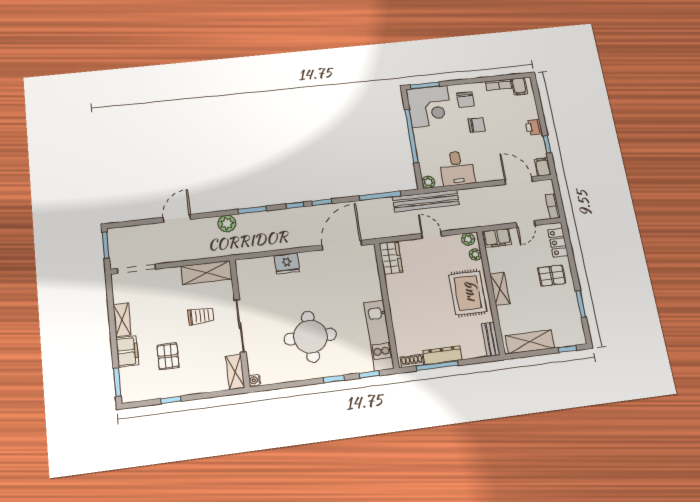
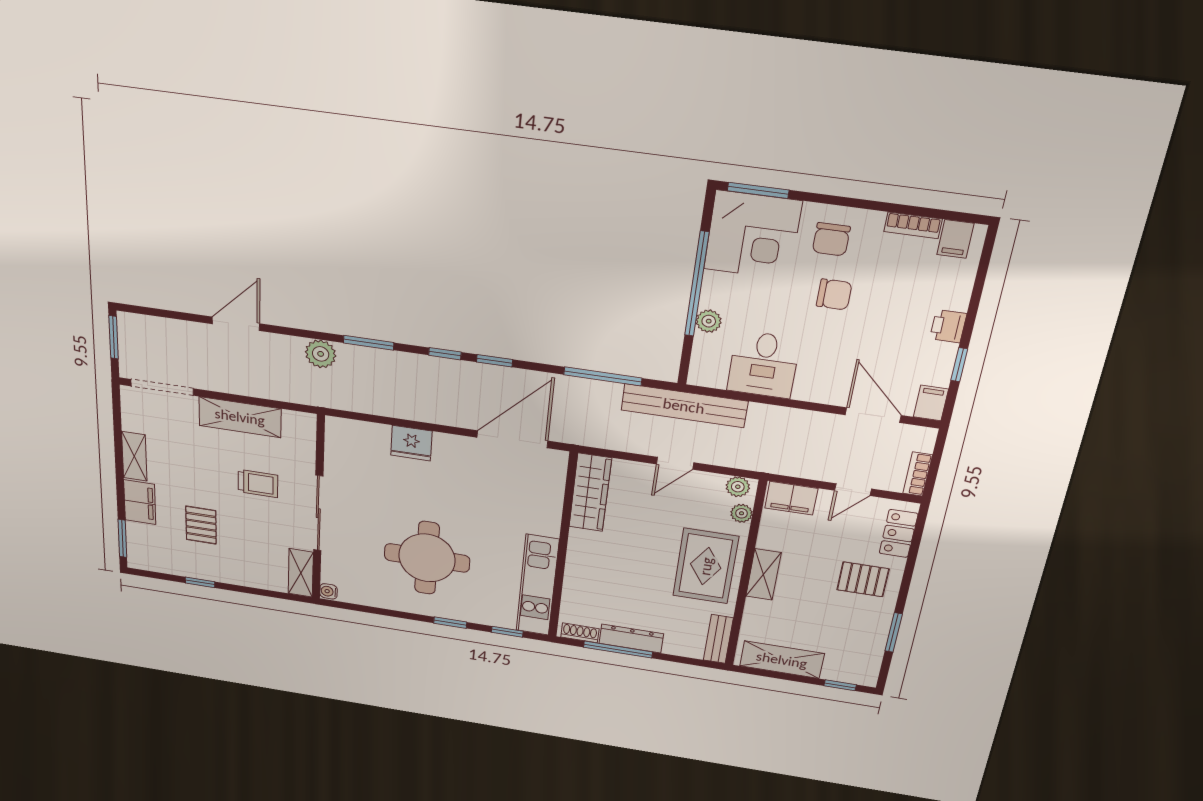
plant: (428, 182) -> (709, 321), moved
door: (431, 235) -> (675, 463), swing flipped
wardrobe: (391, 258) -> (590, 493), width x1.50
shelving: (206, 273) -> (240, 417), moved

